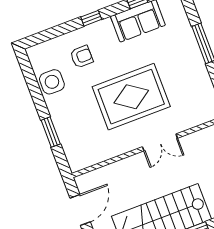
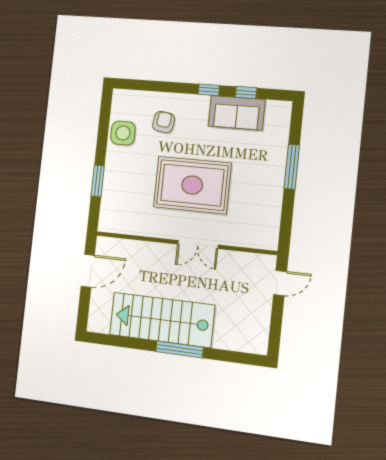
window: (91, 18) -> (209, 90), moved
armchair: (82, 57) -> (164, 122), turned -82

